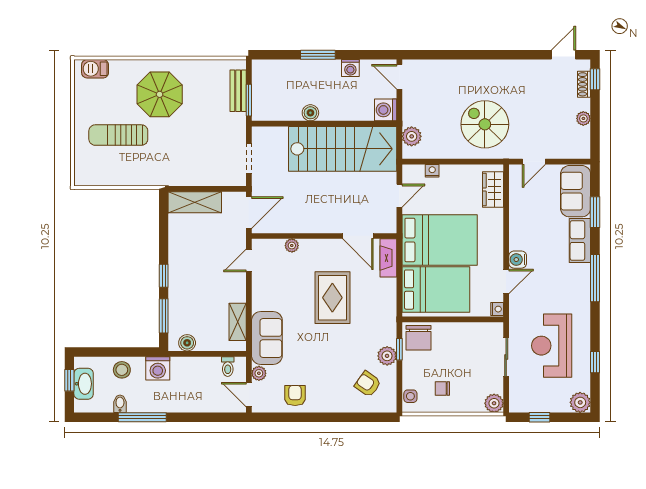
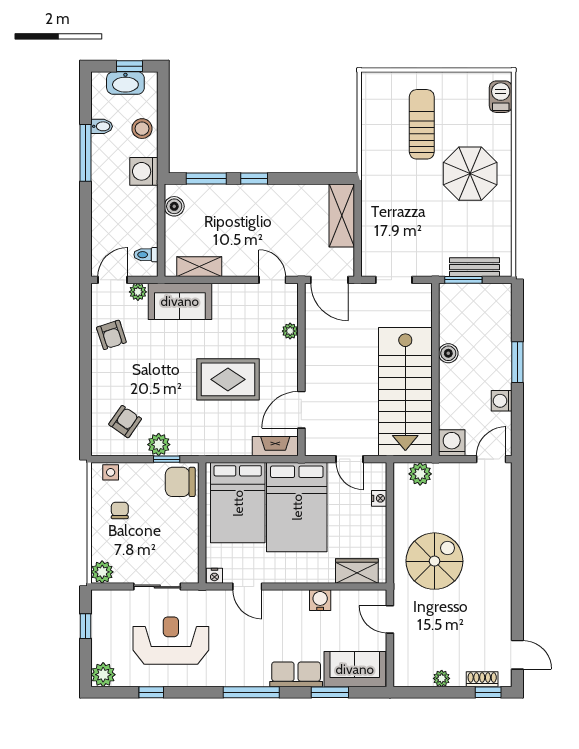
water cooler: (518, 260) -> (320, 600), moved
armchair: (295, 395) -> (111, 335), turned 72

